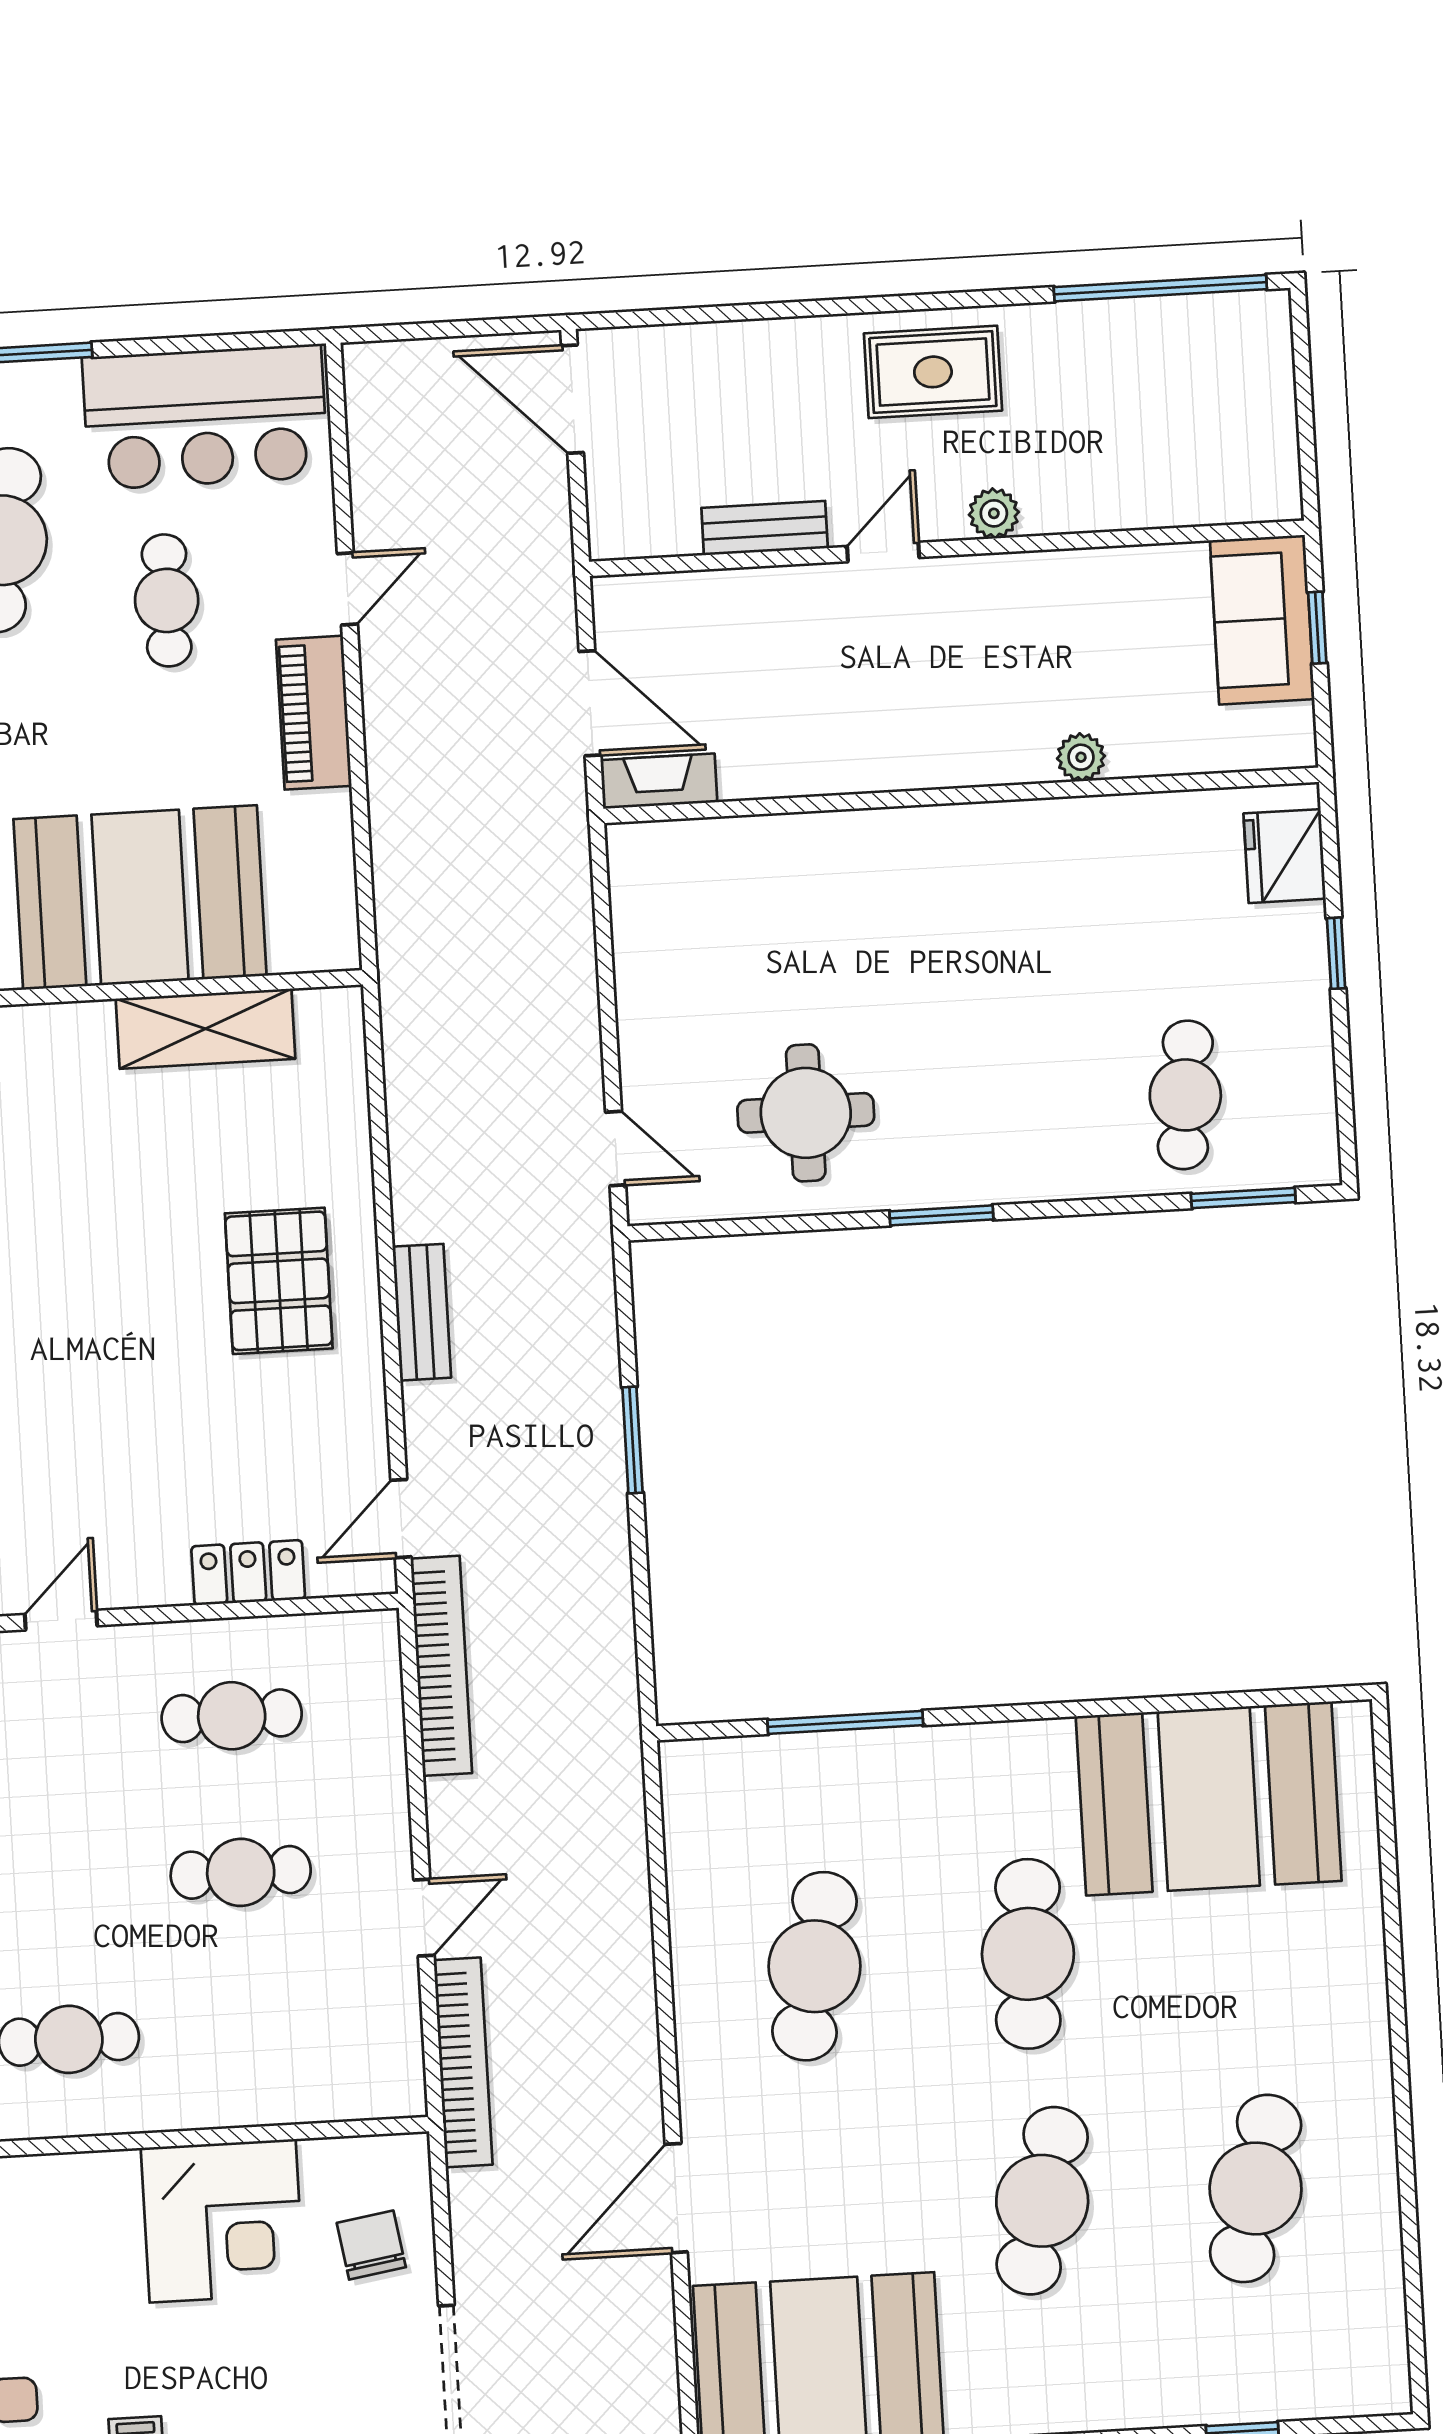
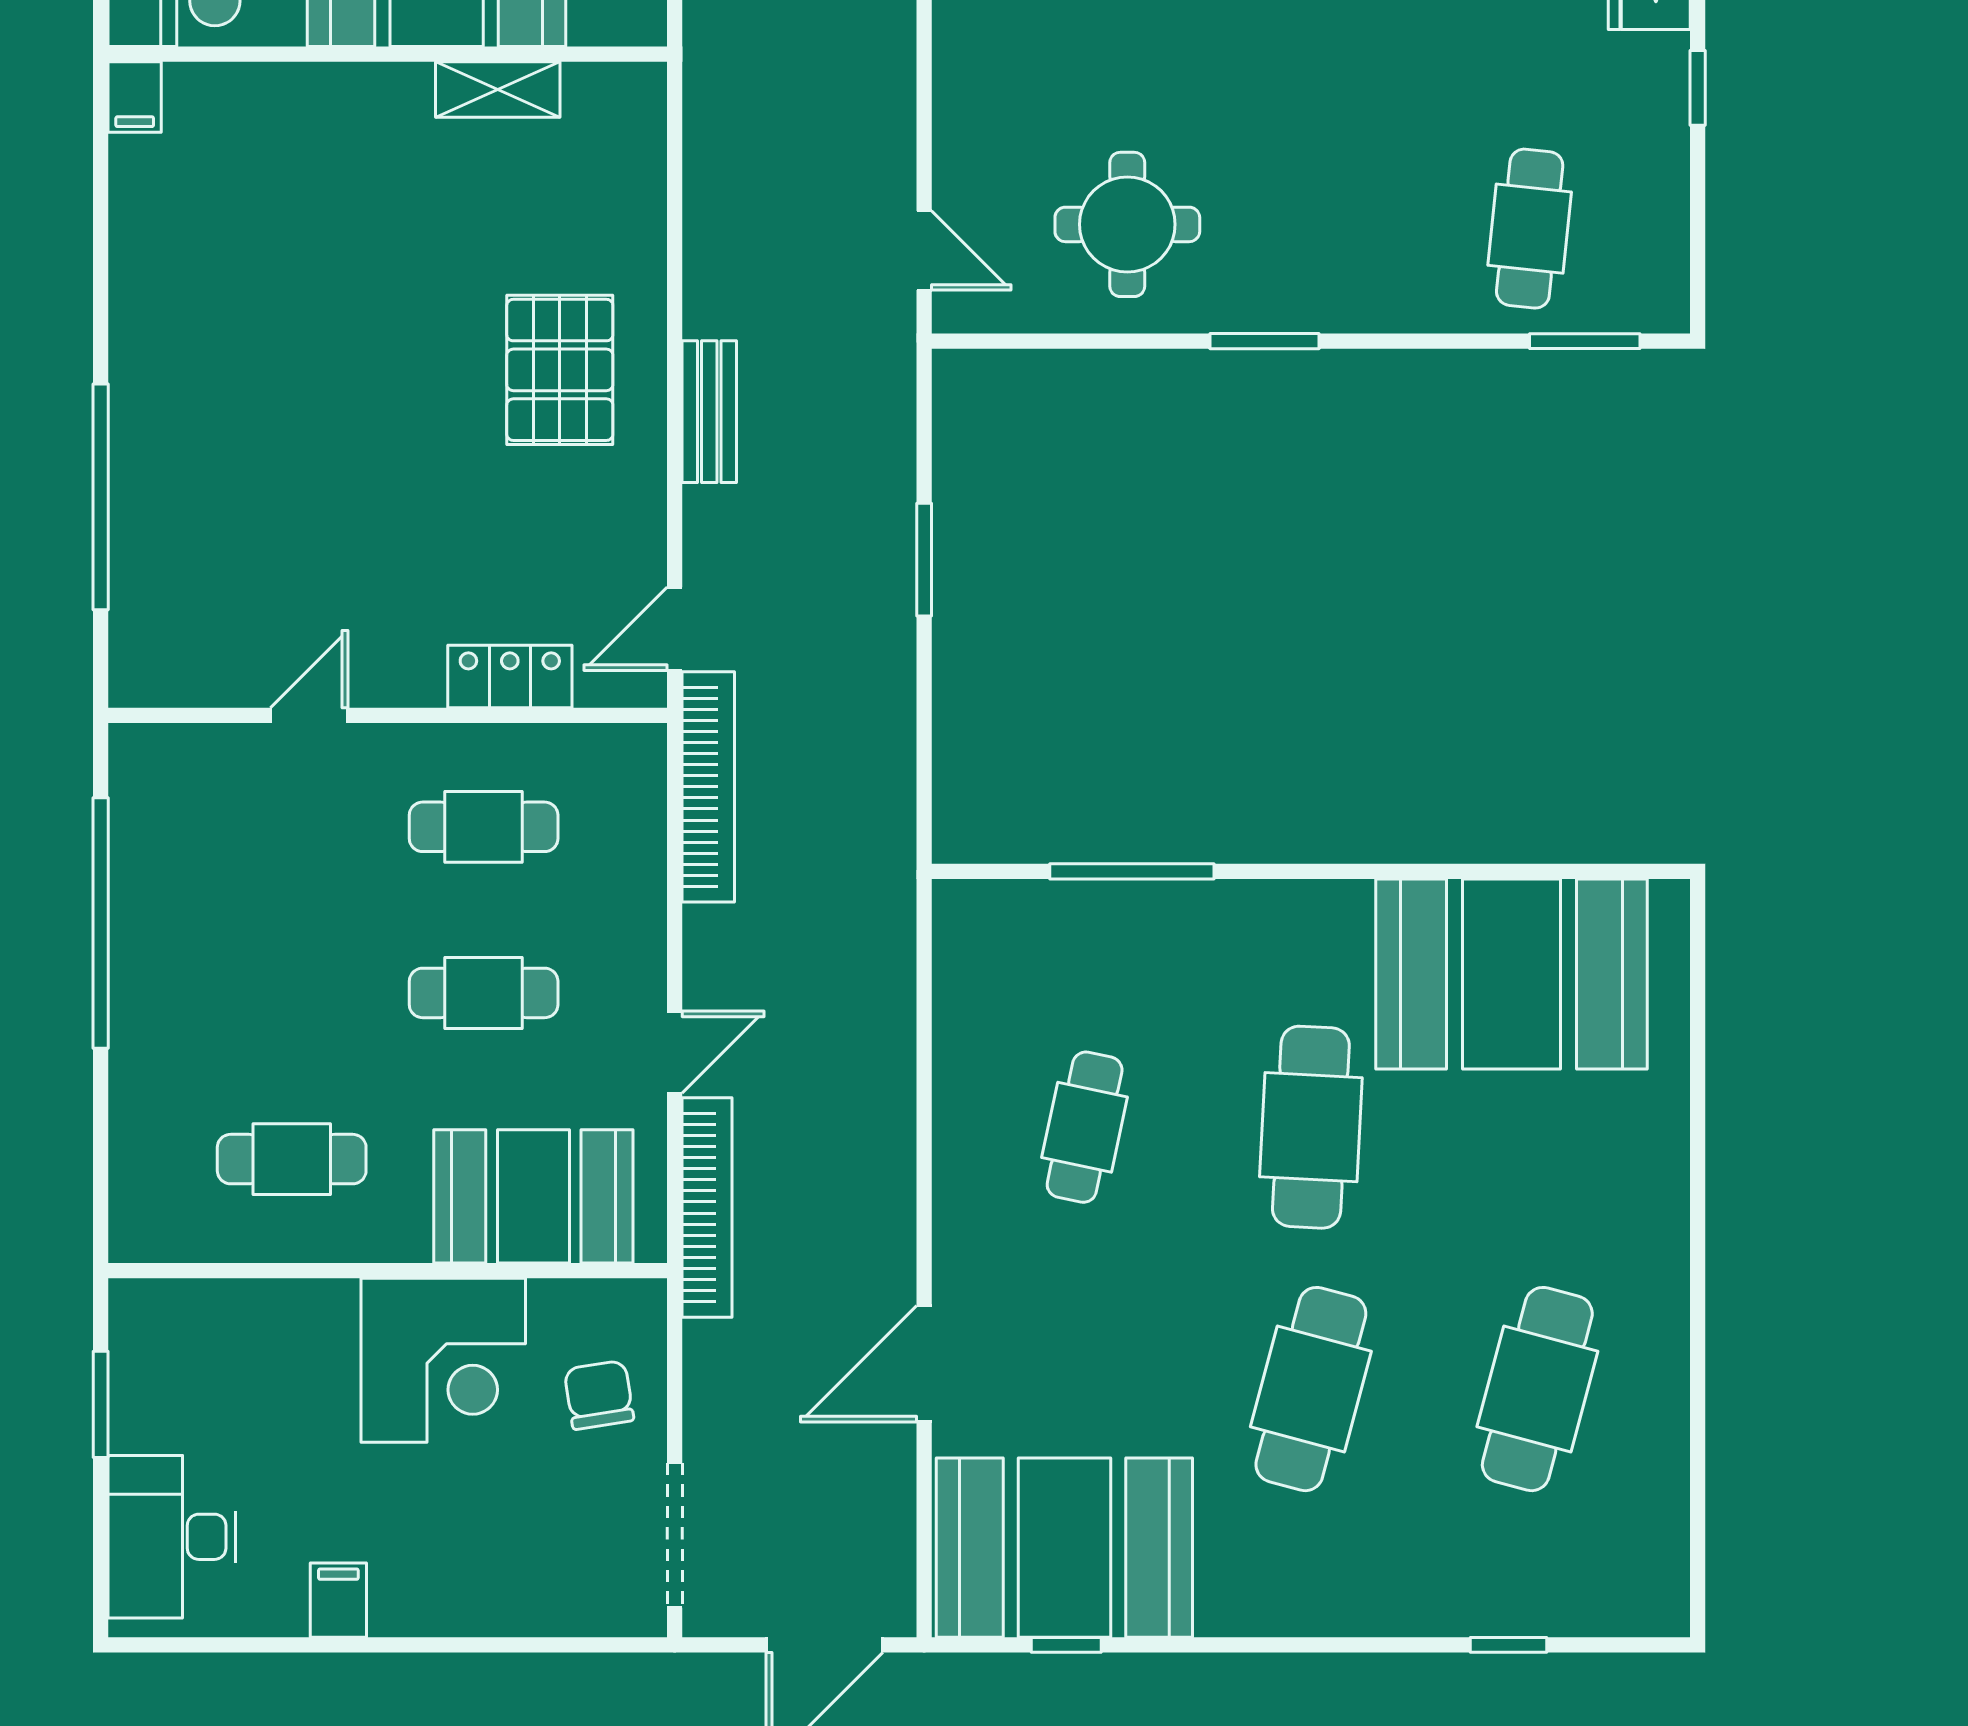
shelving: (205, 1029) -> (498, 90), width x0.67, depth x0.75
cafe table: (815, 1966) -> (1085, 1127), width x0.73, depth x0.74
booth: (299, 2061) -> (533, 1196), added

